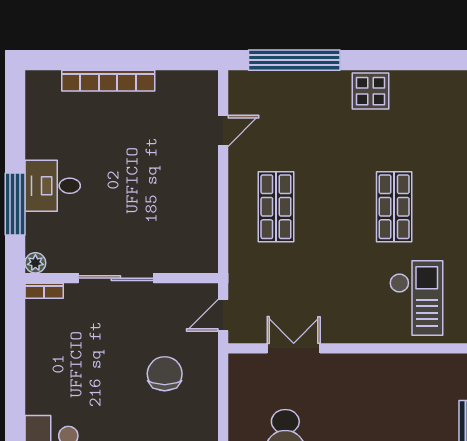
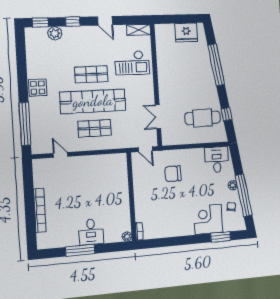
window: (15, 204) -> (80, 250), moved
shop shelf: (335, 207) -> (93, 101), added
sliding door: (116, 278) -> (132, 199), removed
checkout: (416, 298) -> (132, 63), turned 180

